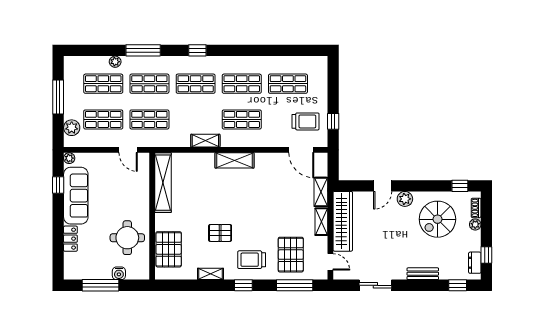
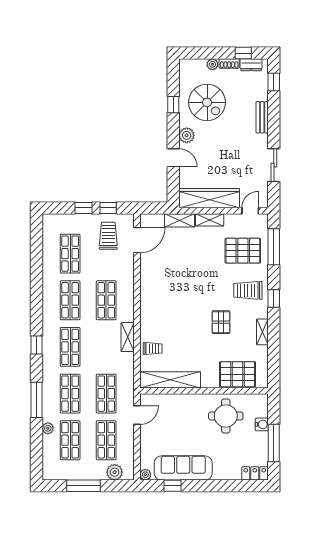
window: (333, 97) -> (83, 208), added
shelving: (234, 160) -> (148, 308), removed
trolley: (194, 165) -> (153, 348), added
window: (460, 186) -> (173, 105), moved
shoe rack: (476, 208) -> (229, 63), moved
locker: (70, 239) -> (255, 473), moved
trolley: (252, 260) -> (248, 290), turned 90

